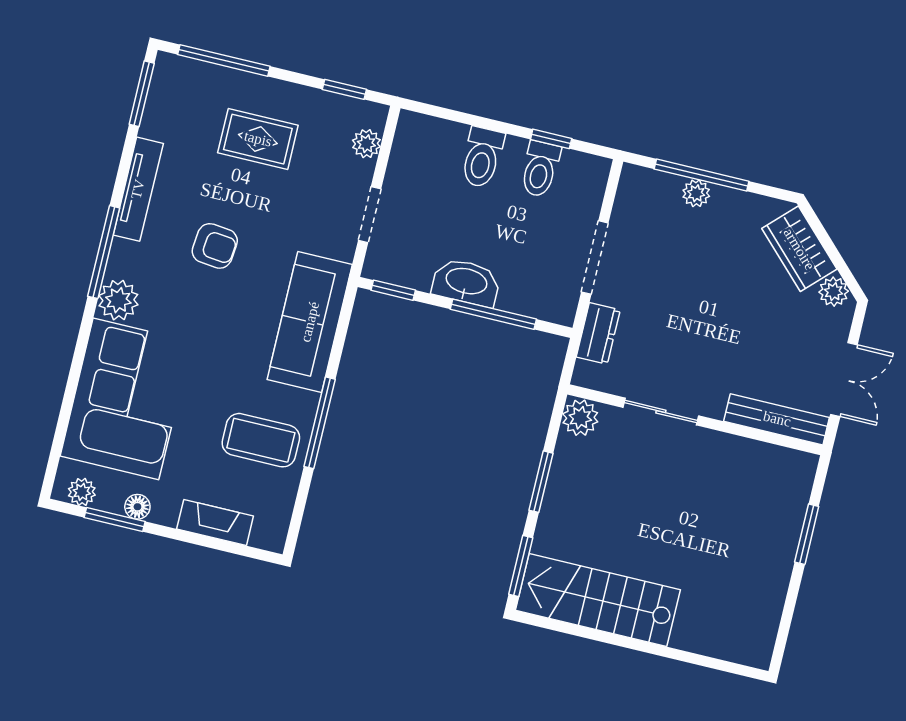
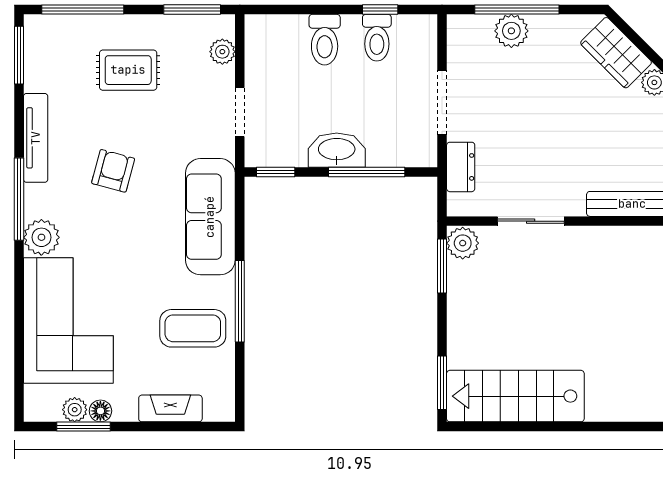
window: (344, 89) -> (192, 10), width x1.50
plant: (696, 193) -> (511, 31), width x1.38, depth x1.38
armchair: (215, 246) -> (113, 171), turned -81
window: (541, 482) -> (442, 266), moved
plant: (82, 492) -> (75, 410), moved

